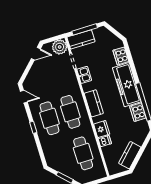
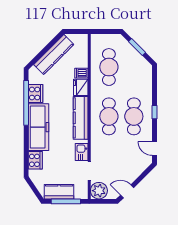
kitchen counter: (81, 39) -> (59, 192), moved
kitchen counter: (94, 103) -> (81, 118), width x1.50
kitchen counter: (130, 155) -> (54, 54), width x1.50

